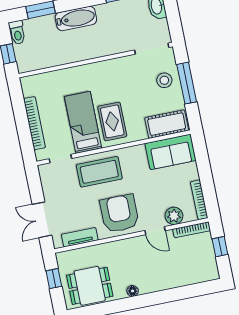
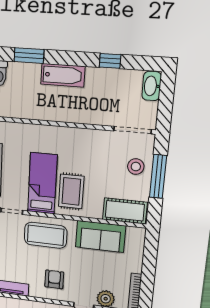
sofa: (171, 152) -> (100, 236), moved
armchair: (119, 213) -> (54, 279), width x0.53, depth x0.53

